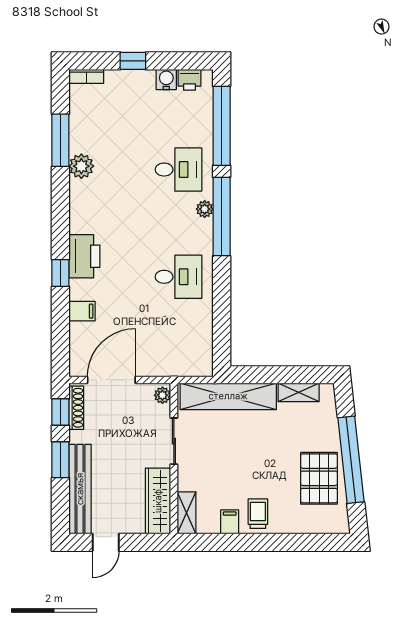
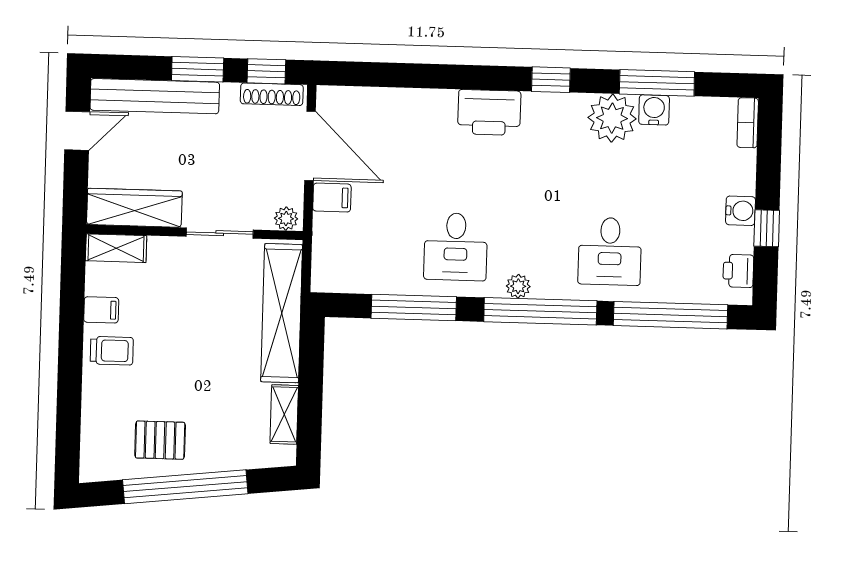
window: (133, 61) -> (767, 228), moved
water cooler: (166, 79) -> (741, 211), moved
water cooler: (79, 142) -> (654, 110), added
plant: (81, 166) -> (612, 118), width x1.36, depth x1.36
plant: (205, 209) -> (518, 286), moved
window: (60, 273) -> (551, 80), moved
window: (222, 305) -> (414, 308), added
filing cabinet: (82, 311) -> (332, 198), moved, turned -90
pallet: (319, 478) -> (160, 440), width x0.67, depth x0.71
door: (106, 542) -> (77, 131), swing flipped

